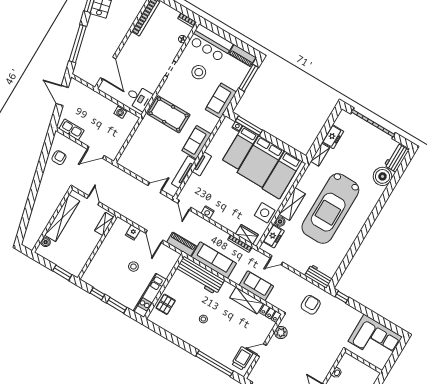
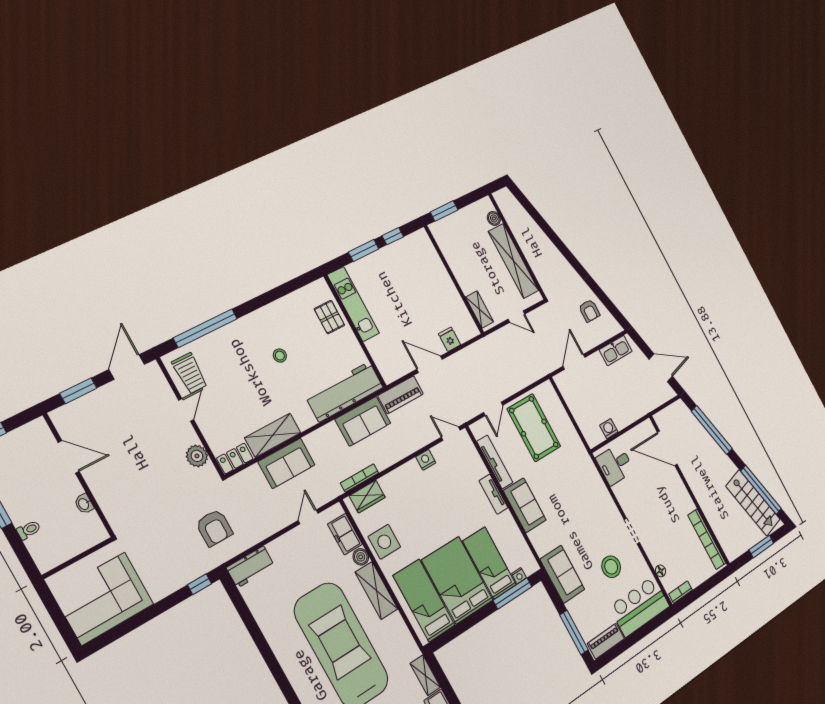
pool table: (169, 114) -> (534, 428), moved, turned 90
sofa: (214, 260) -> (363, 421), width x0.73
stool: (133, 267) -> (404, 309), removed

